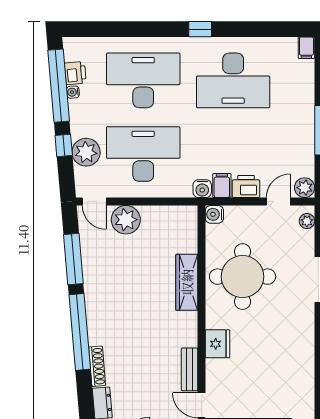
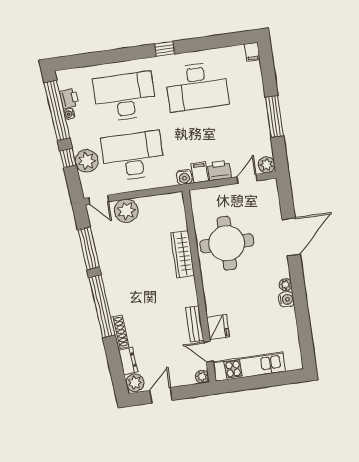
water cooler: (214, 214) -> (286, 299), moved, turned 180
plant: (307, 221) -> (285, 285), moved
fridge: (218, 344) -> (218, 327), moved

